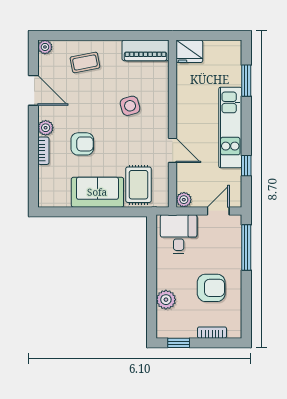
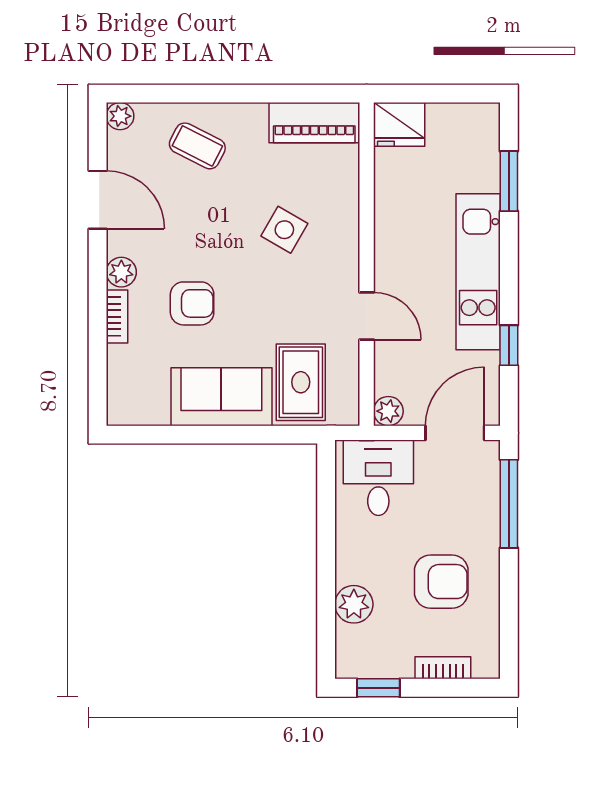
coffee table: (85, 62) -> (197, 146), turned 38
side table: (130, 106) -> (284, 230), turned 45
door: (218, 211) -> (455, 433), width x1.38

